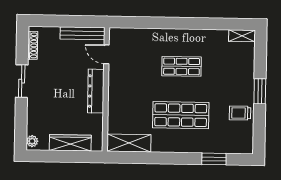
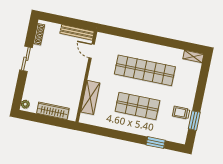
shop shelf: (182, 66) -> (145, 70), width x2.00, depth x1.36
dresser: (96, 91) -> (79, 77), removed
window: (260, 91) -> (194, 121), moved
shelving: (129, 143) -> (90, 97), moved, turned 90

